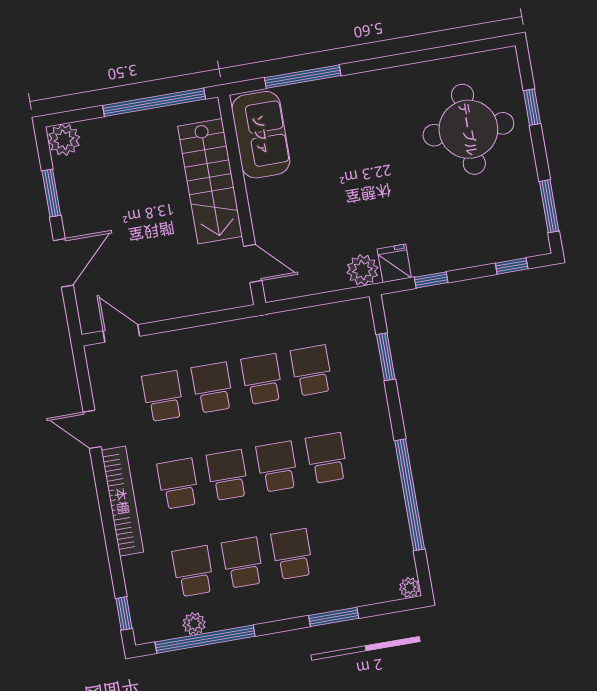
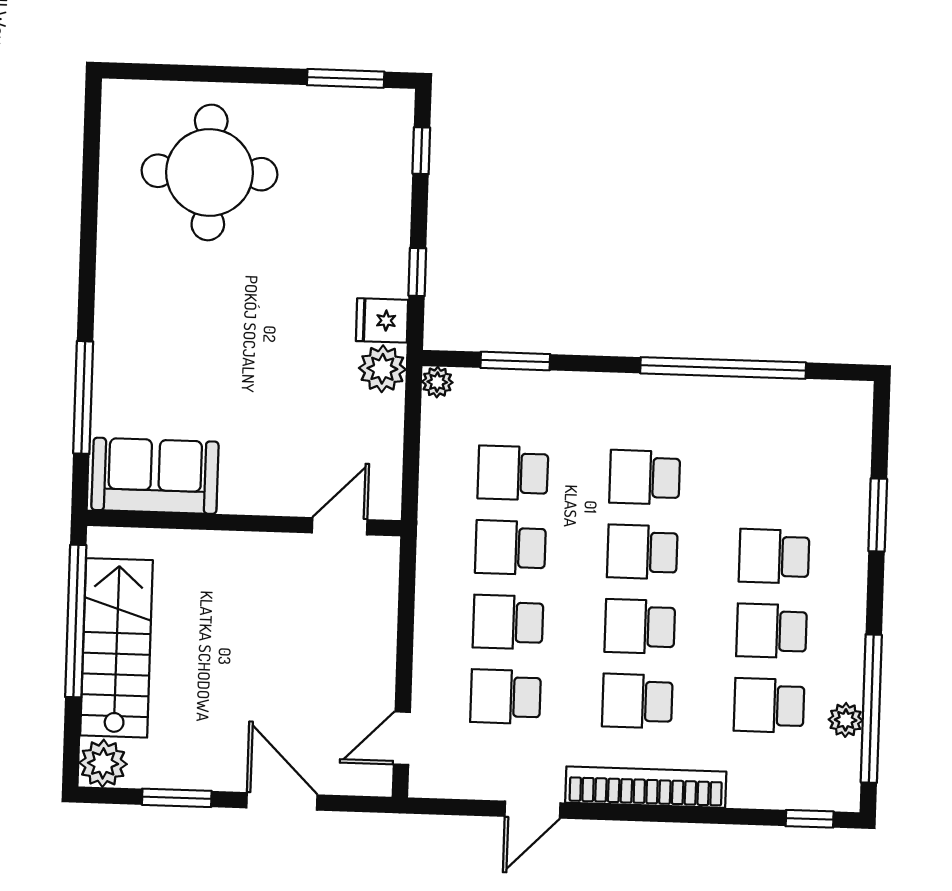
window: (532, 107) -> (197, 73), removed
stairs: (210, 181) -> (117, 648), moved, turned -90
plant: (410, 588) -> (437, 382), moved

